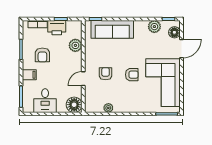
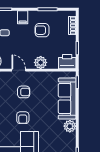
plant: (154, 27) -> (70, 126), moved
printer: (57, 28) -> (67, 62), moved, turned 90
plant: (75, 45) -> (41, 62), moved

